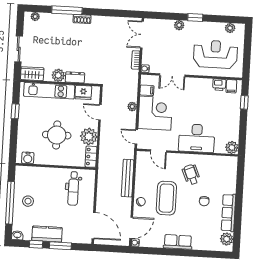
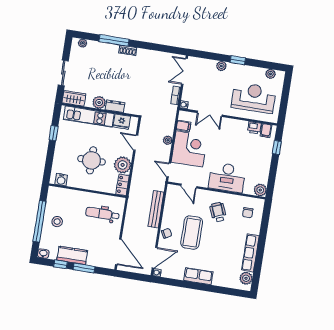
dental chair: (73, 188) -> (102, 214), turned 90
chair: (204, 201) -> (248, 213), moved

